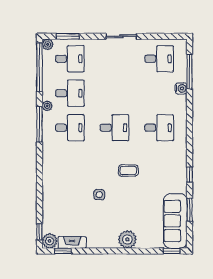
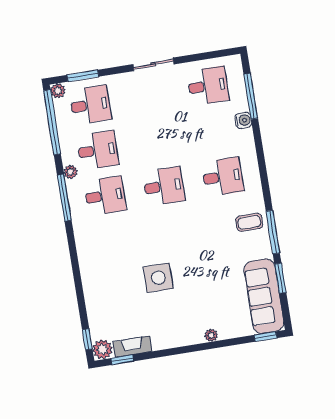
coffee table: (128, 170) -> (249, 222), moved
window: (189, 175) -> (273, 232), width x2.17
side table: (99, 195) -> (158, 278), width x1.87, depth x1.87
plant: (127, 239) -> (211, 335), width x0.53, depth x0.53

